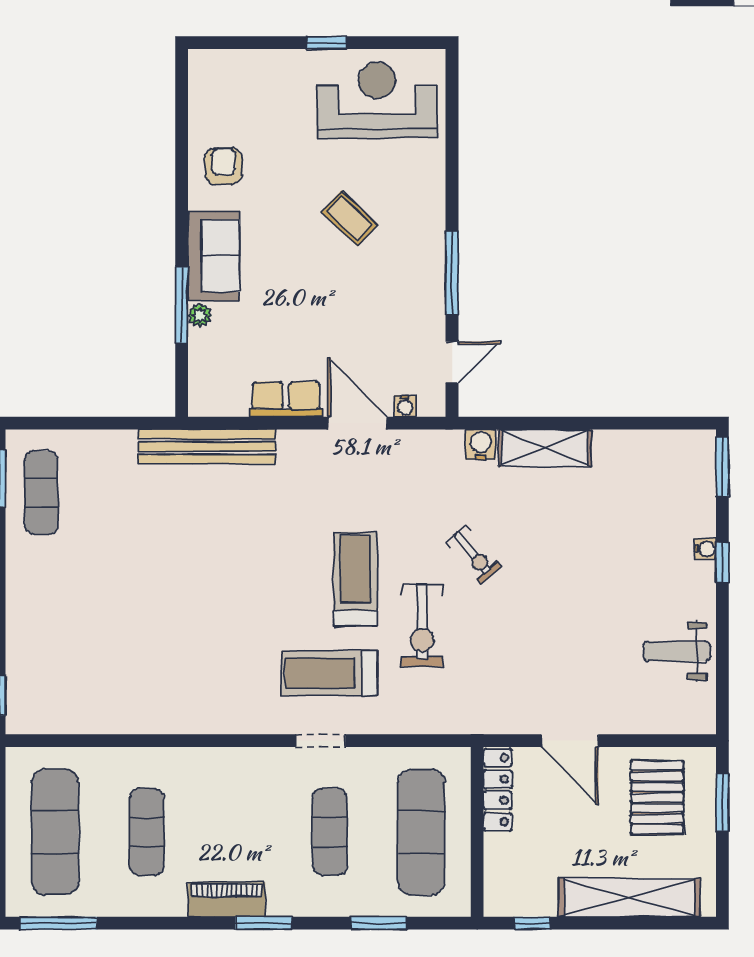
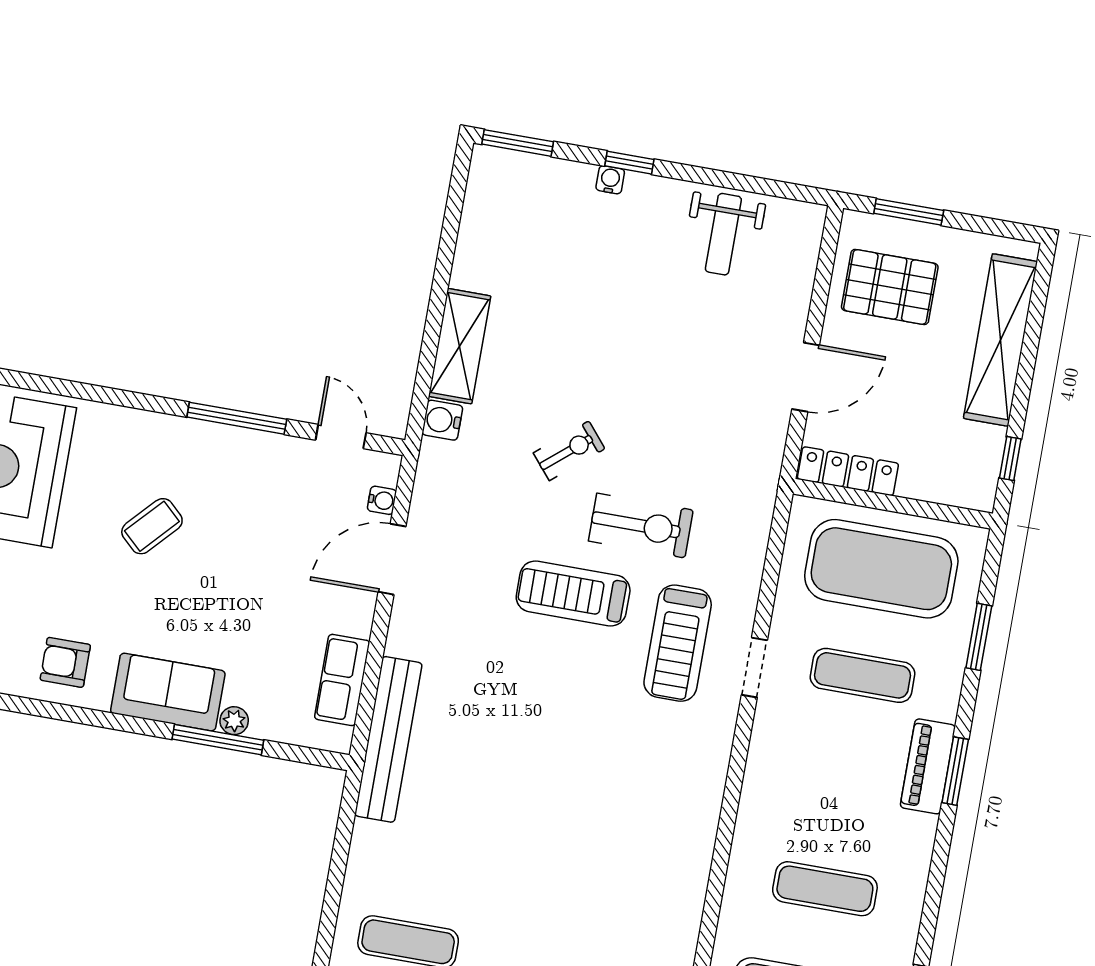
row of seats: (286, 399) -> (342, 680), moved
exercise mat: (421, 832) -> (881, 569), width x1.47
piano: (227, 900) -> (928, 766), moved

